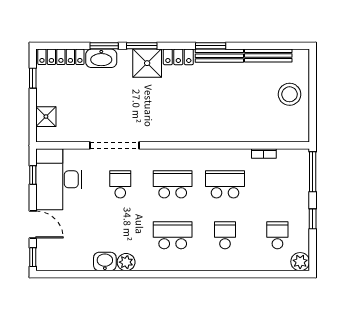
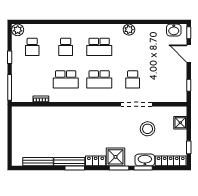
stool: (290, 94) -> (148, 129), moved
desk: (59, 179) -> (172, 83), removed
washbasin: (105, 261) -> (174, 30), moved

